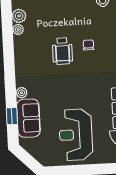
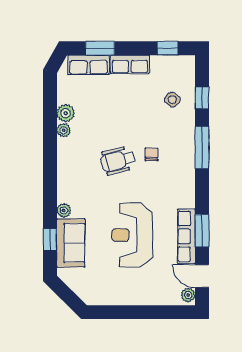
wheelchair: (62, 51) -> (118, 160), turned 76
reception desk: (76, 135) -> (132, 235), moved

